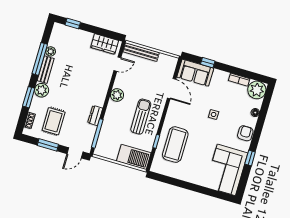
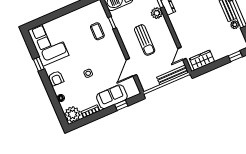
sofa: (195, 73) -> (112, 97), moved
door: (172, 89) -> (131, 67), hinge flipped
plant: (117, 95) -> (157, 13), moved
sun lounger: (141, 117) -> (145, 40), moved
coffee table: (175, 145) -> (97, 31), width x0.54, depth x0.58

